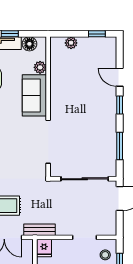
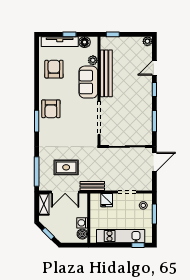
window: (97, 34) -> (113, 34), moved
plant: (71, 43) -> (147, 41), moved
door: (120, 77) -> (154, 68), hinge flipped
bench: (57, 84) -> (106, 73), added
fridge: (44, 248) -> (107, 200), moved

